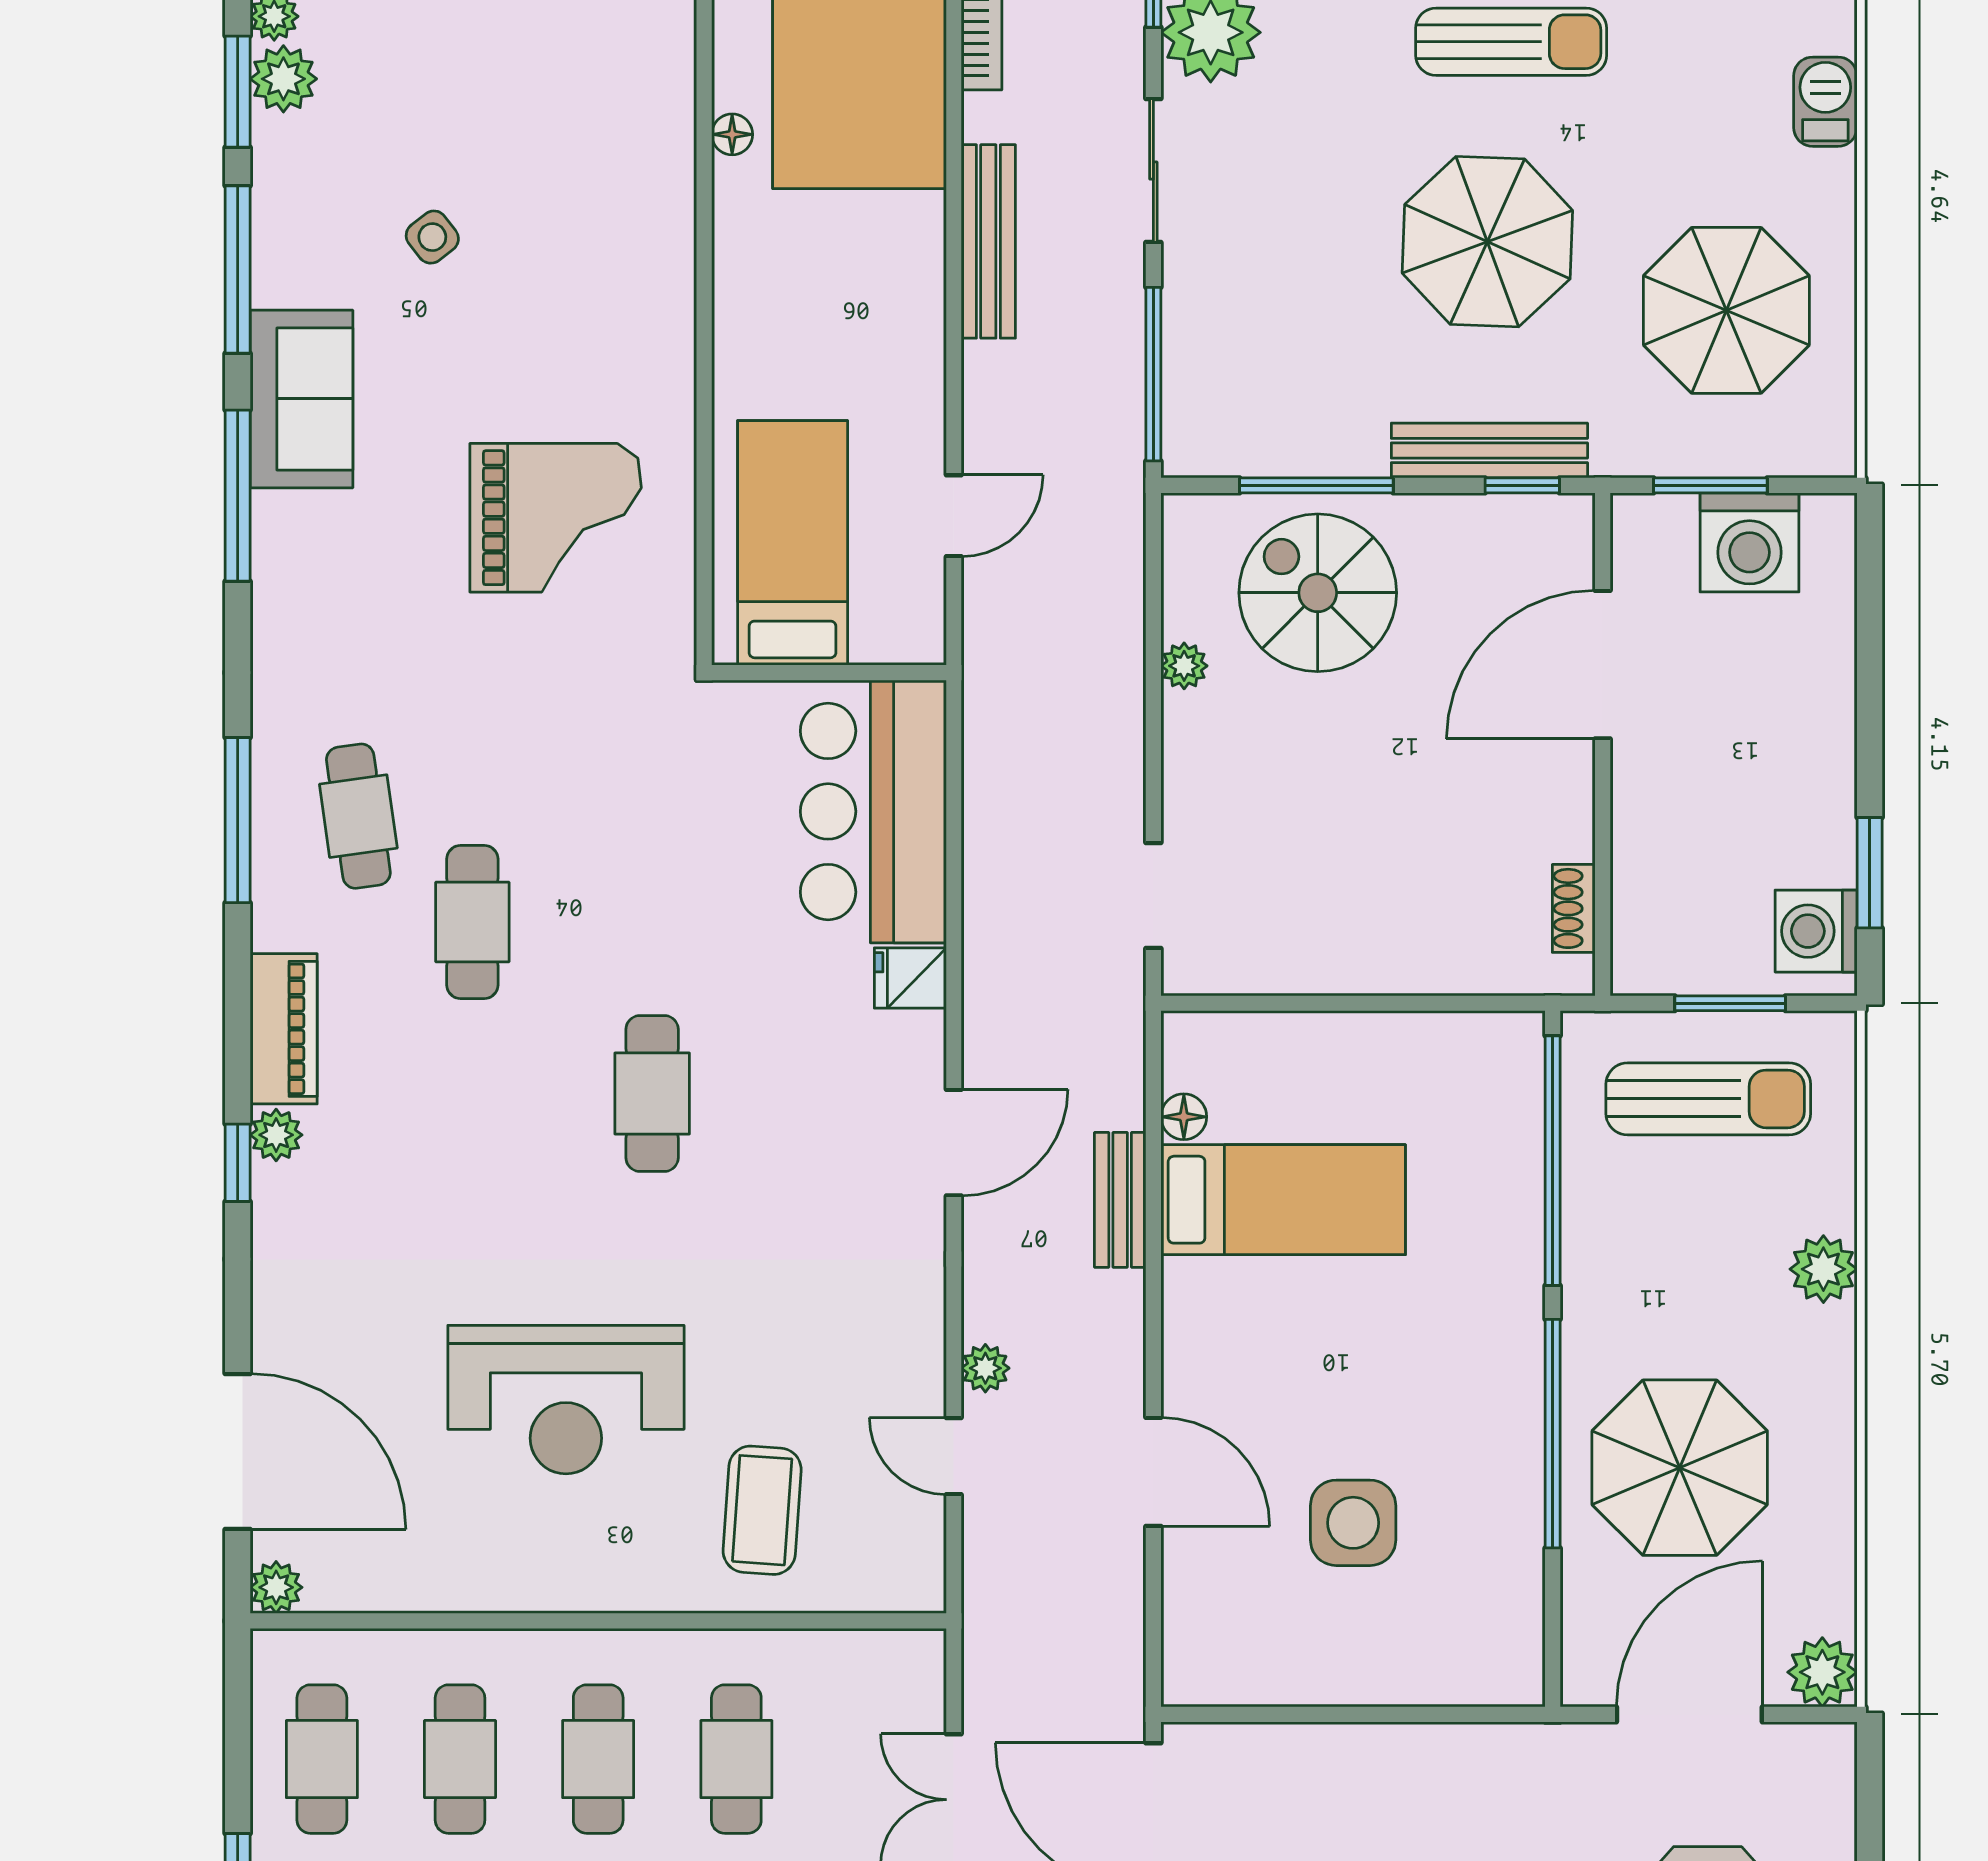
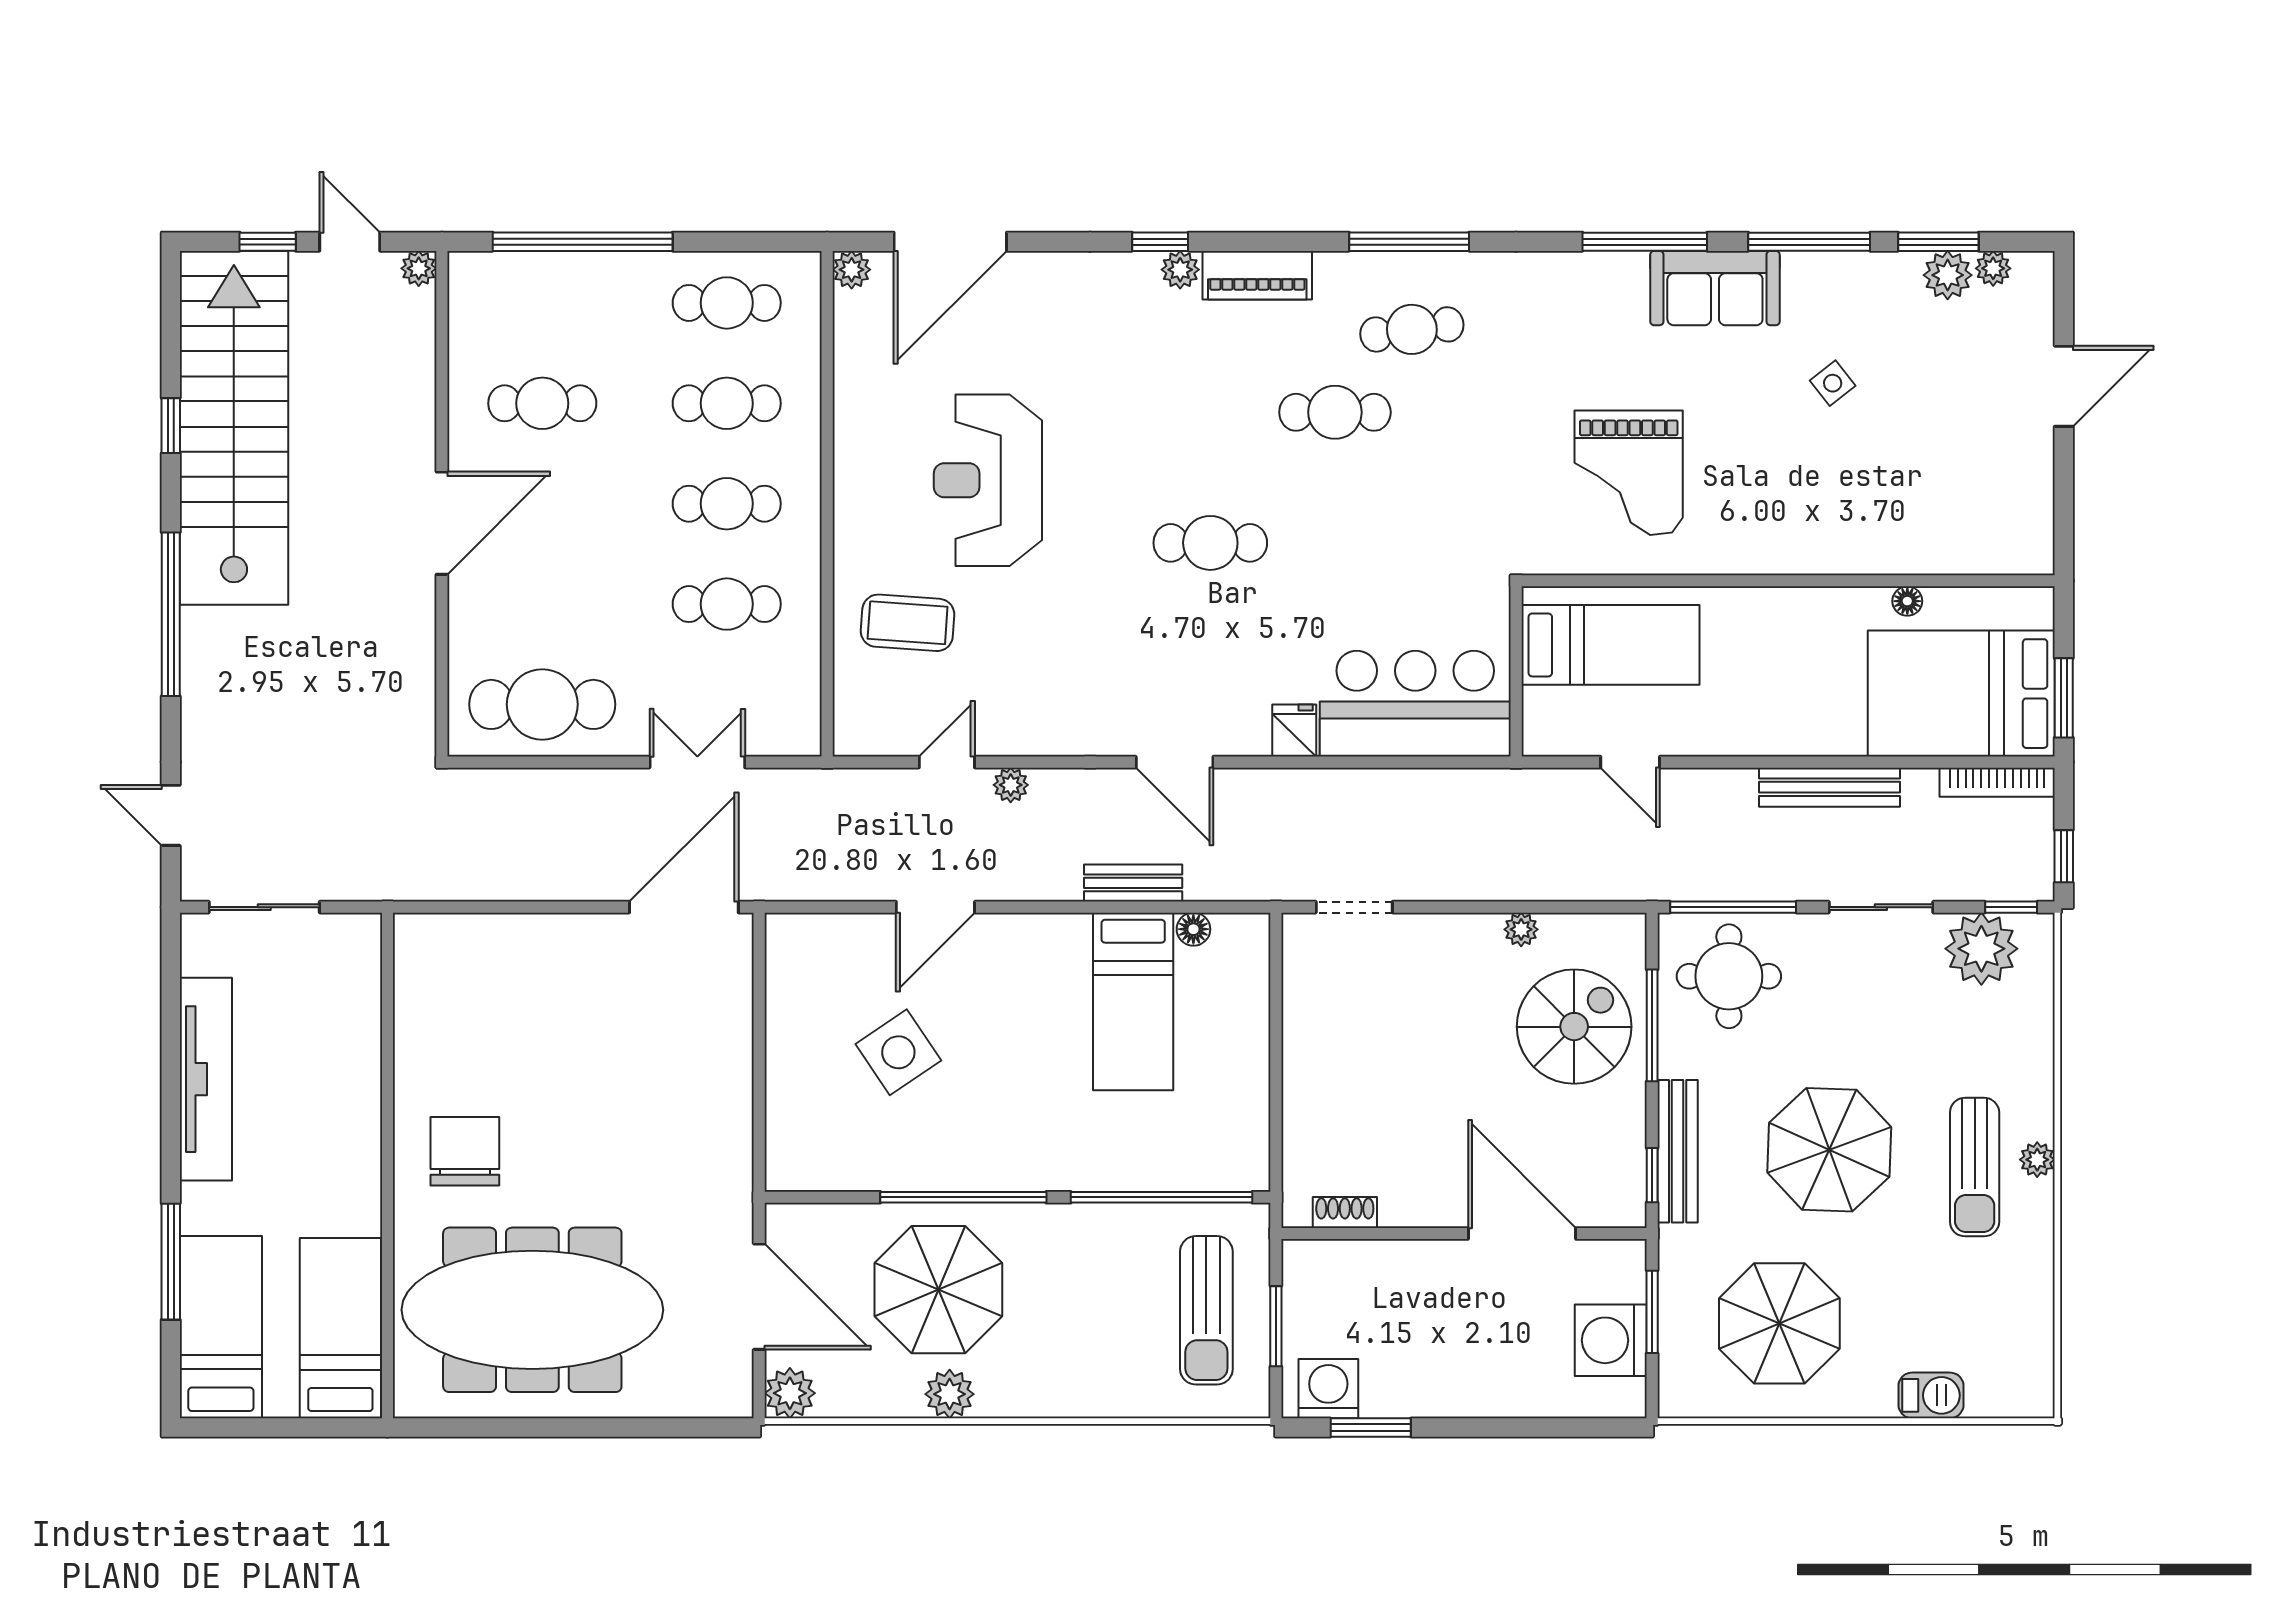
round table: (1248, 380) -> (1729, 976), added
plant: (1823, 1269) -> (950, 1394), moved
side table: (1353, 1523) -> (898, 1052), turned -34

